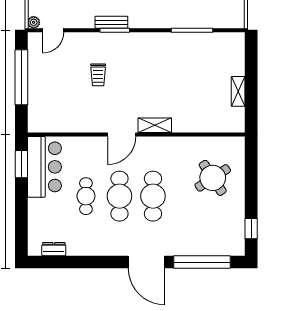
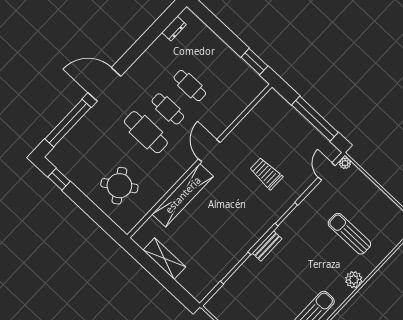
bench: (111, 22) -> (267, 246), moved
trolley: (98, 75) -> (266, 173), width x1.36, depth x1.39
shelving: (238, 91) -> (164, 258), width x1.50, depth x1.33
shelving: (155, 125) -> (183, 195), width x2.20, depth x1.33
bar counter: (44, 167) -> (237, 76), removed
cafe table: (119, 196) -> (168, 109), width x0.73, depth x0.74

